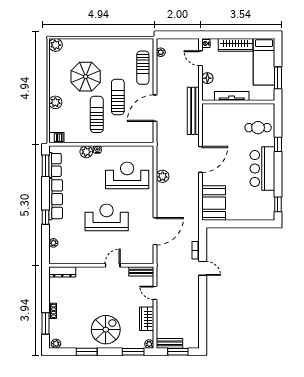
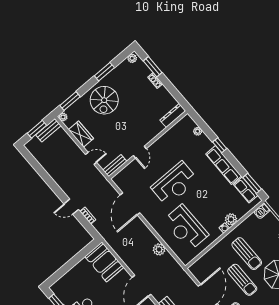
reception desk: (127, 175) -> (186, 228), turned 90

